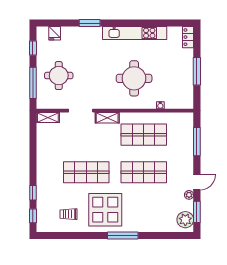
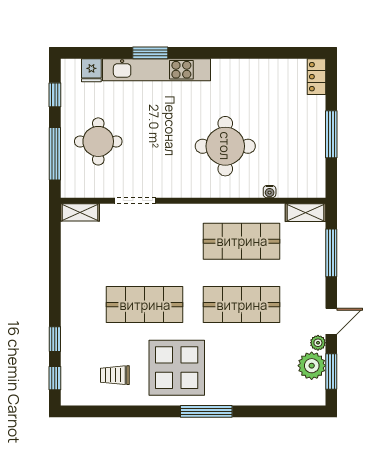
kitchen unit: (135, 33) -> (157, 70), moved
shelving: (107, 118) -> (306, 213), moved
plant: (185, 220) -> (312, 366), moved

